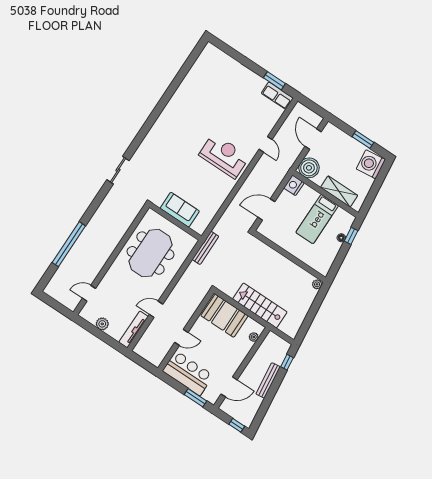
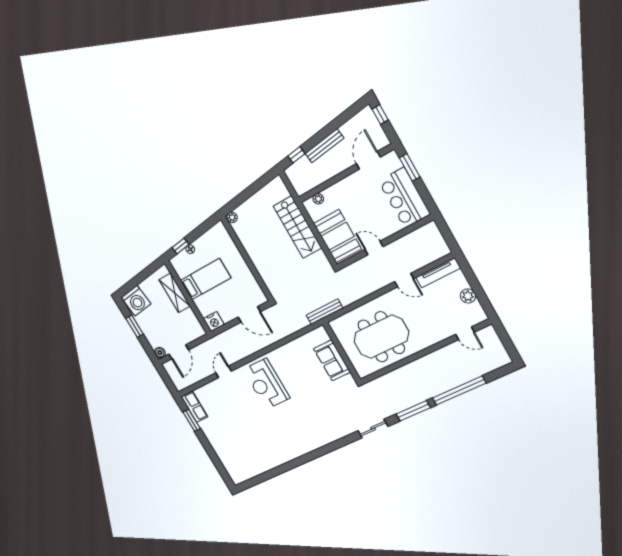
boiler: (309, 168) -> (160, 353), moved, width x0.54, depth x0.54
window: (95, 205) -> (413, 411), added
door: (181, 337) -> (374, 248), moved
door: (229, 387) -> (368, 160), hinge flipped

